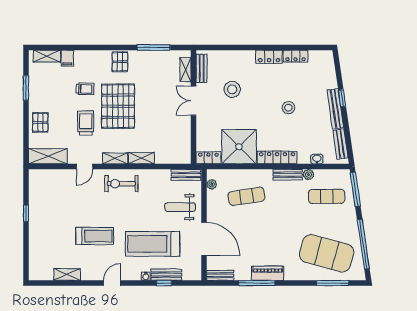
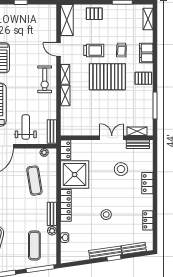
locker: (269, 57) -> (147, 183), moved
filing cabinet: (67, 58) -> (146, 53), moved, width x2.00
bench: (340, 144) -> (134, 248), moved
exercise bike: (121, 184) -> (45, 79), turned 180

